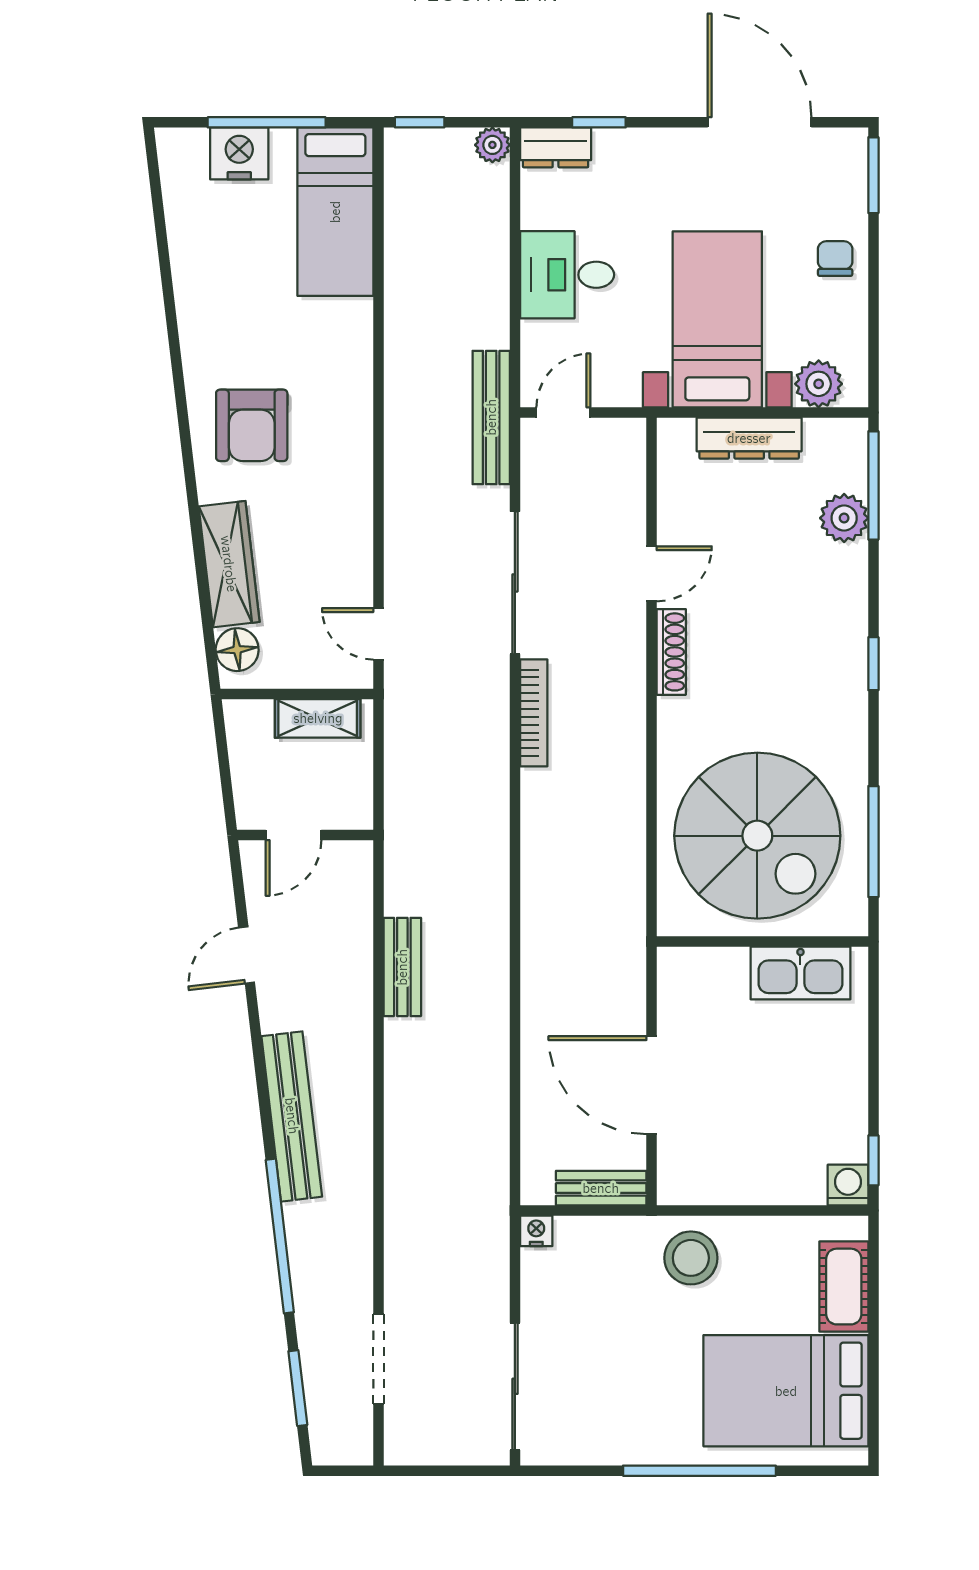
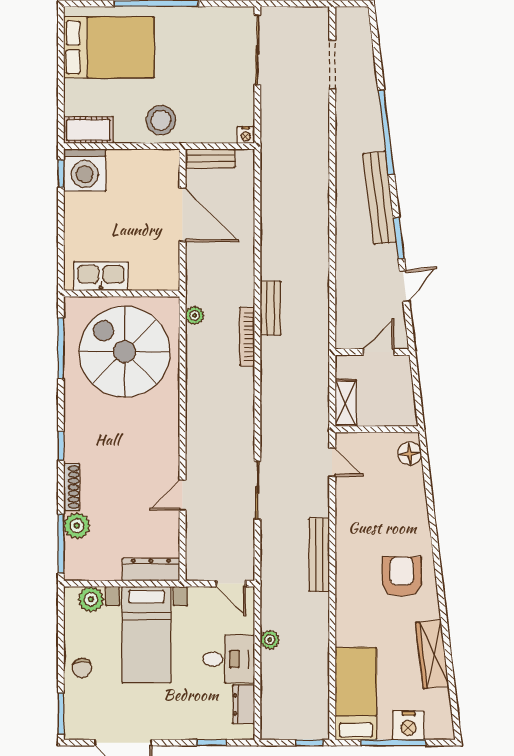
plant: (492, 145) -> (270, 640), moved
dresser: (556, 147) -> (244, 704), moved, turned -90
door: (563, 412) -> (231, 584), hinge flipped
bench: (491, 417) -> (319, 555), moved
dresser: (749, 438) -> (151, 570), moved
wardrobe: (229, 564) -> (432, 654), moved
sliding door: (515, 583) -> (257, 490), width x0.73
shoe rack: (671, 652) -> (72, 487), moved, turned 180
bookcase: (534, 713) -> (247, 337), moved
shelving: (318, 718) -> (346, 403), moved, turned 90
plant: (630, 902) -> (195, 315), added
bench: (402, 967) -> (270, 308), moved
washing machine: (848, 1185) -> (85, 170), width x1.89, depth x1.89
cot: (844, 1287) -> (88, 130), moved, turned 90
window: (298, 1388) -> (399, 238), moved

